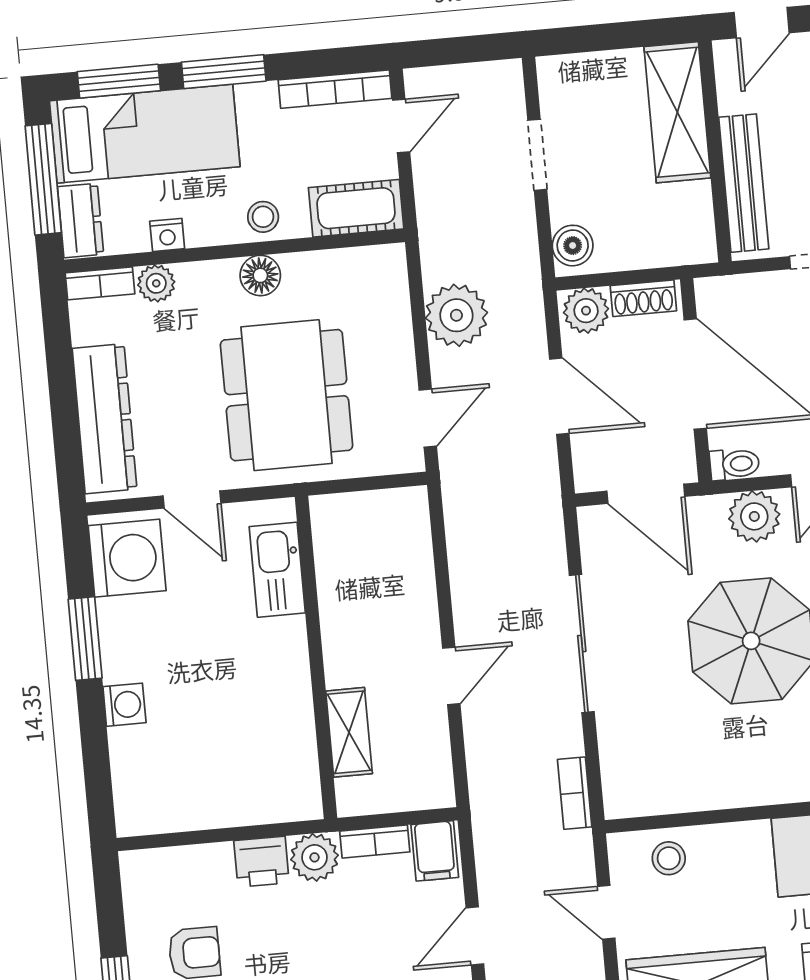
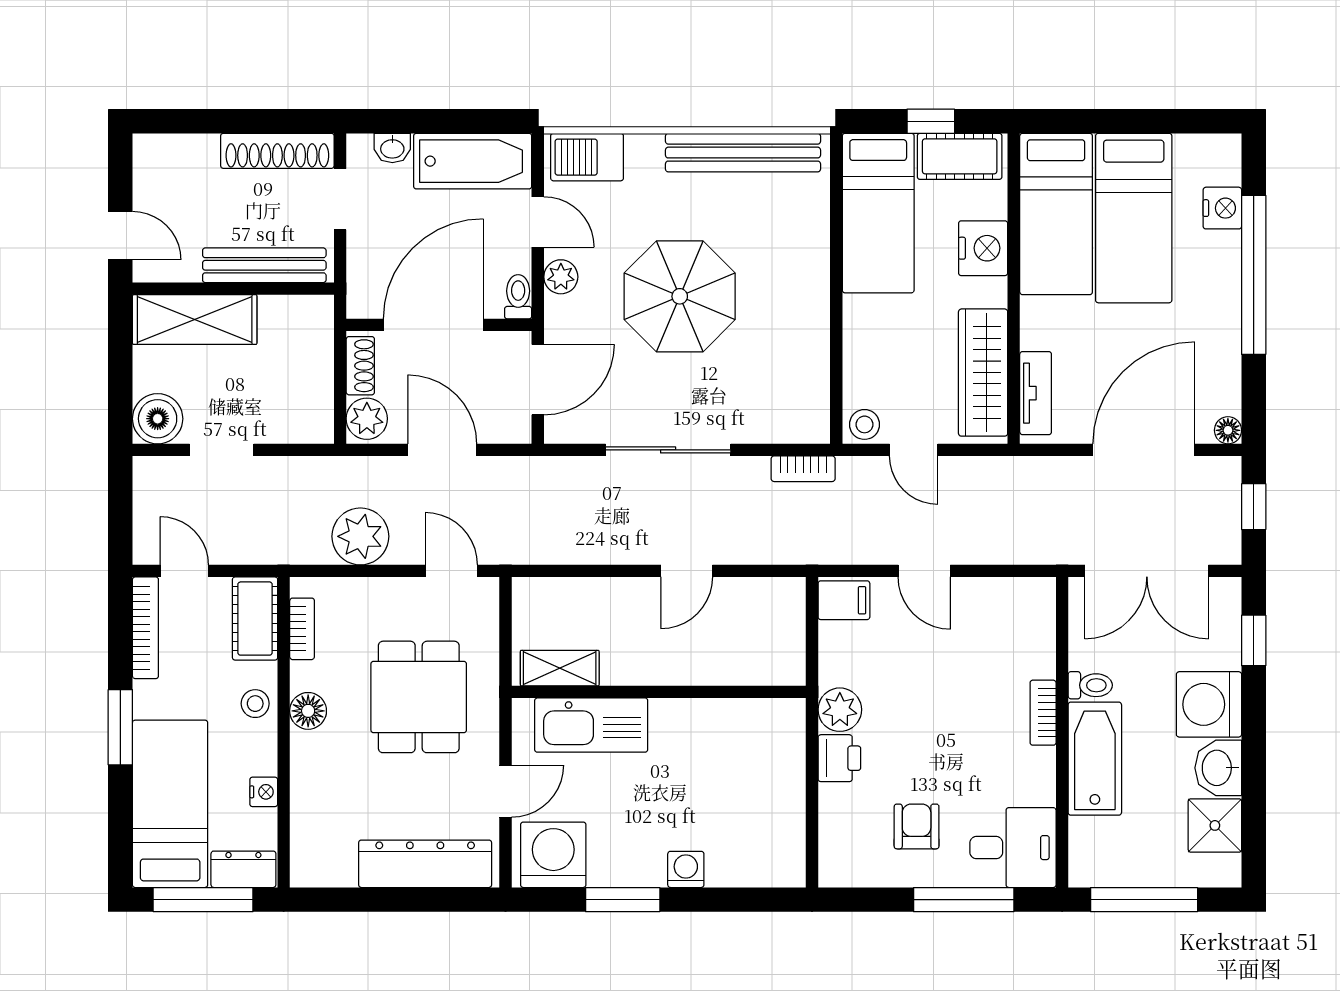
window: (119, 81) -> (120, 823), removed
boiler: (573, 246) -> (158, 419), moved, width x1.36, depth x1.36
bookcase: (100, 283) -> (302, 629), moved
plant: (156, 283) -> (307, 806), removed
dining table: (287, 395) -> (419, 697), width x0.73
door: (559, 396) -> (442, 450), hinge flipped
plant: (754, 516) -> (561, 277), width x0.73, depth x0.73
kitchen sink: (277, 570) -> (591, 725), width x1.36, depth x1.24
door: (451, 676) -> (687, 571), swing flipped
shelving: (349, 732) -> (560, 668), moved
bookcase: (375, 842) -> (830, 654), removed
stool: (669, 858) -> (864, 424), moved
door: (606, 912) -> (914, 450), hinge flipped

